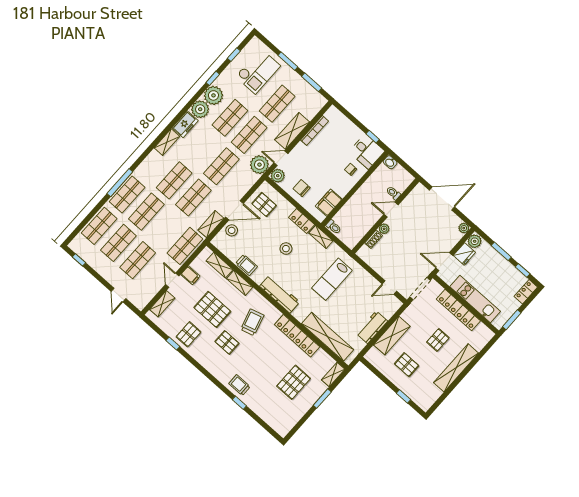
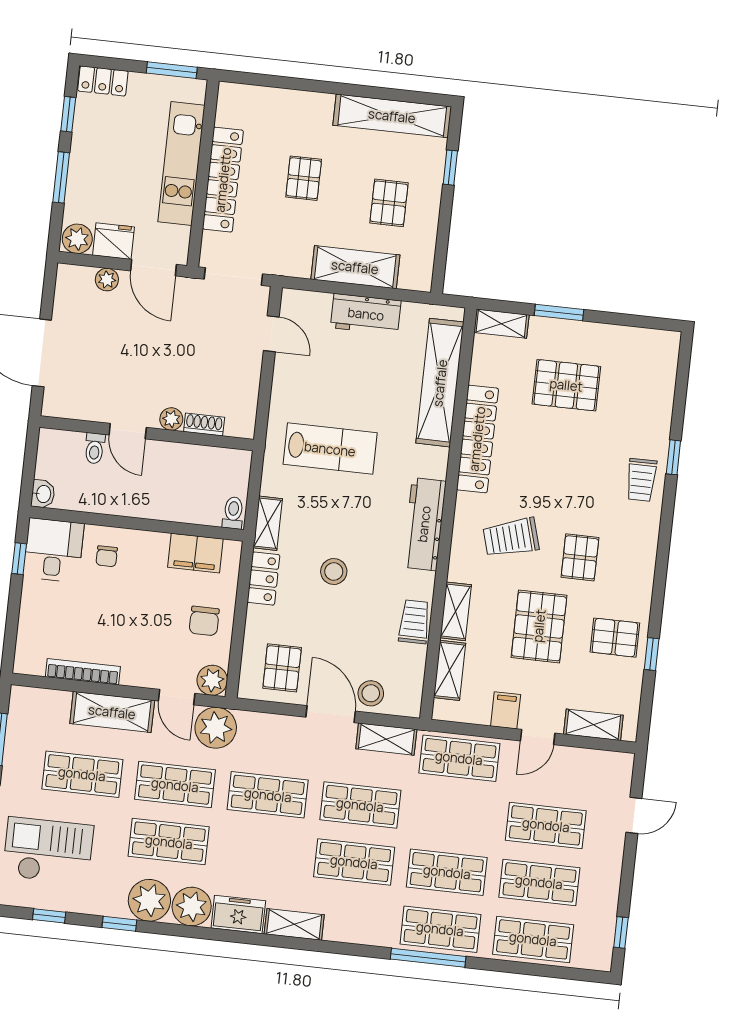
plant: (464, 228) -> (107, 280), moved
pallet: (438, 340) -> (304, 178), turned 90
shelving: (456, 368) -> (392, 116), moved

